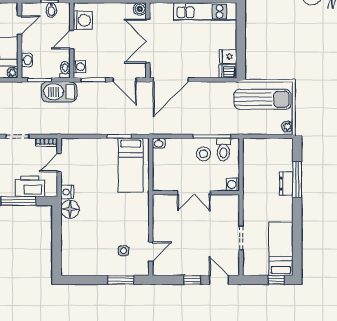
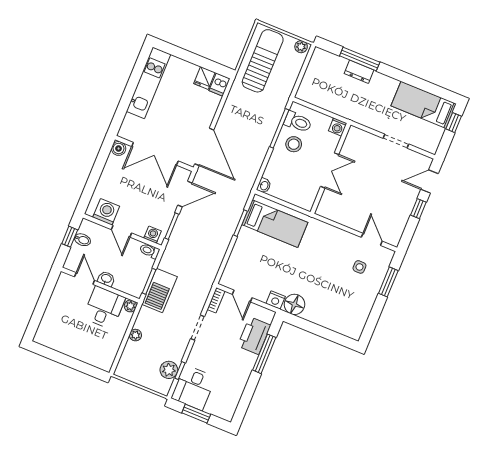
washbasin: (27, 60) -> (106, 279), moved
barbecue: (59, 92) -> (159, 291), moved

